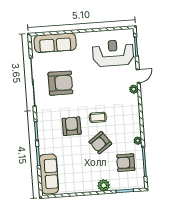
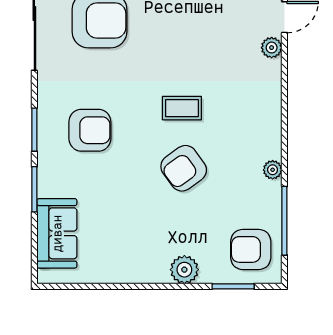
armchair: (72, 126) -> (90, 130), moved, turned 91
armchair: (126, 163) -> (251, 249), moved
sofa: (49, 174) -> (57, 233), width x0.73

